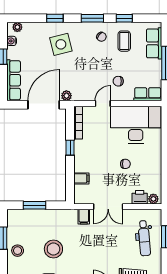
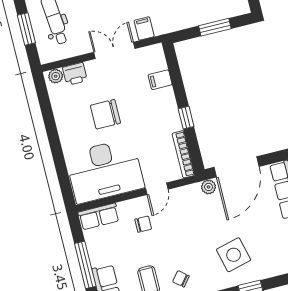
chair: (125, 164) -> (105, 114), width x1.87, depth x1.87

